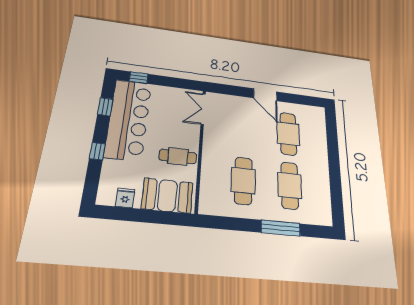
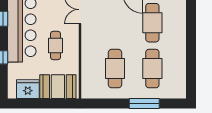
cafe table: (178, 156) -> (56, 46), moved, turned 90
fridge: (125, 198) -> (28, 89), width x1.88, depth x1.34

